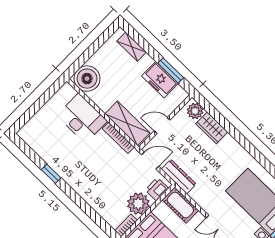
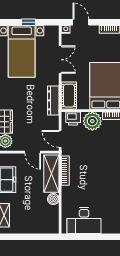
boiler: (87, 79) -> (53, 199), moved, width x0.54, depth x0.54
desk: (82, 118) -> (84, 220), moved, turned -90
dresser: (179, 177) -> (53, 100), moved

